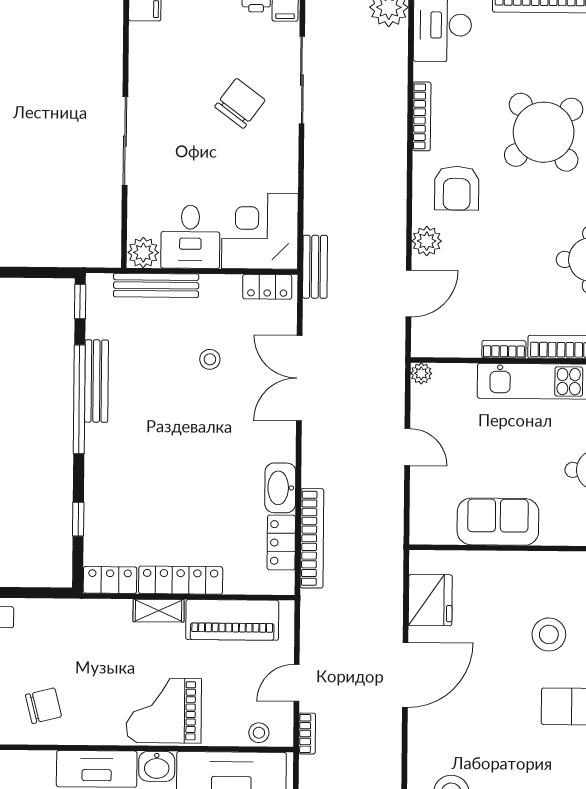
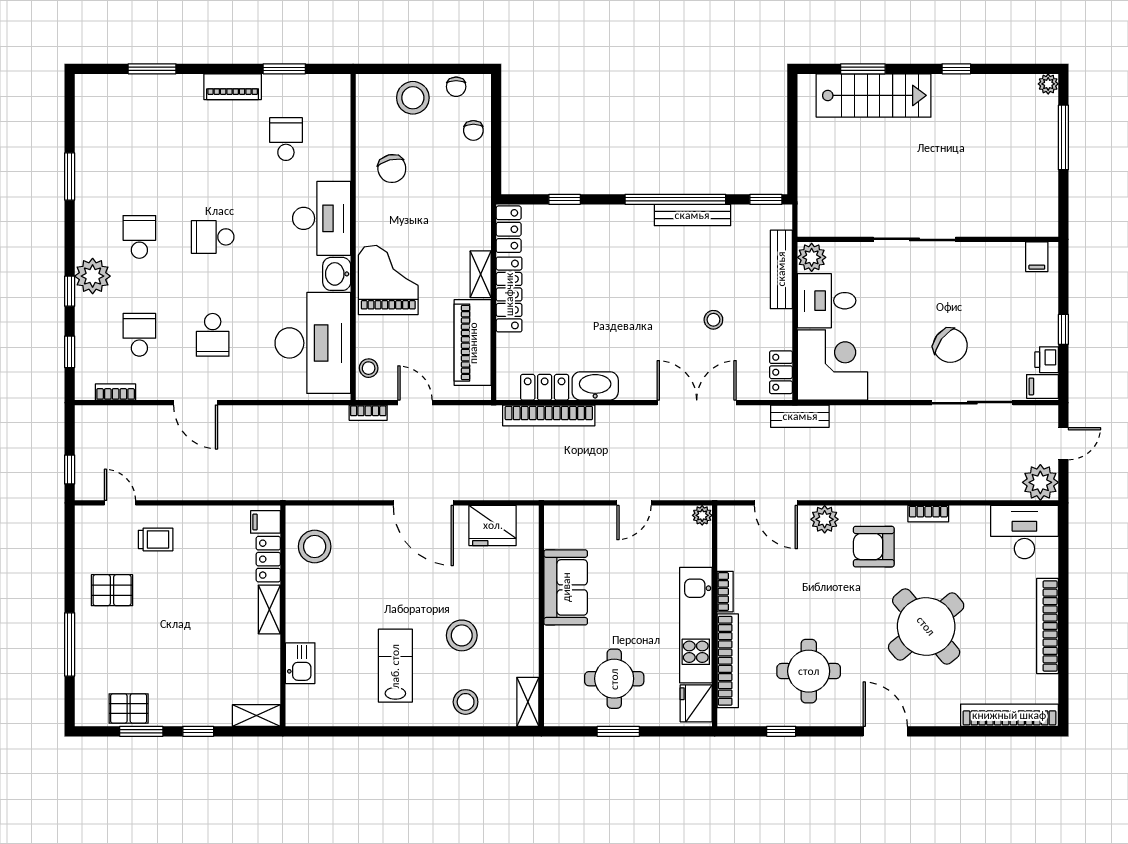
bookcase: (422, 116) -> (928, 514), width x0.64

